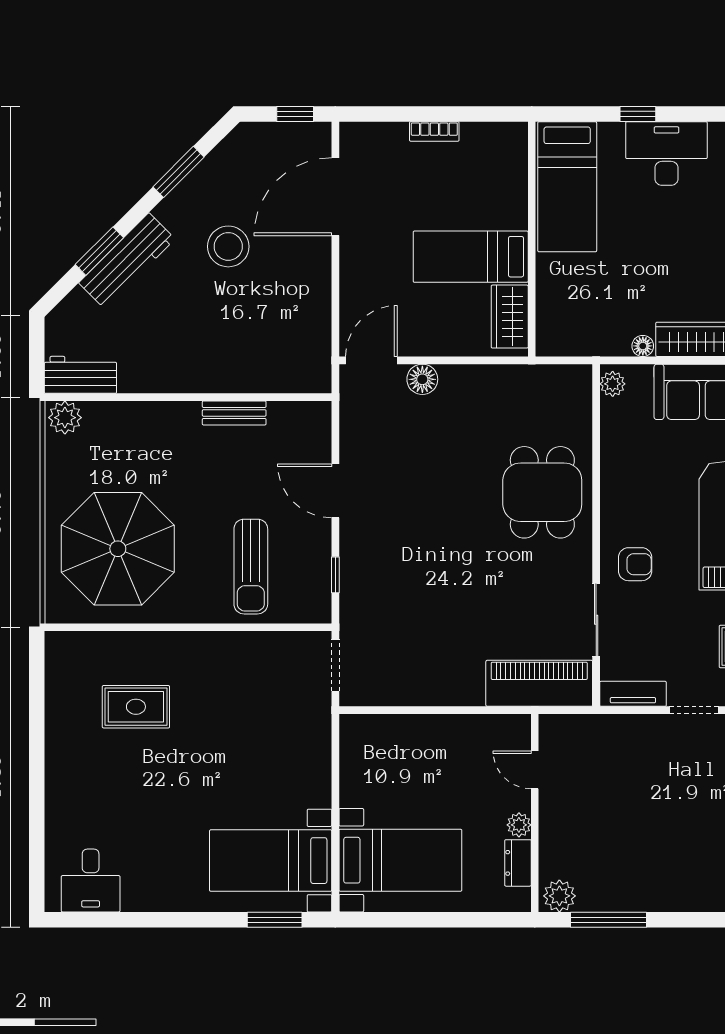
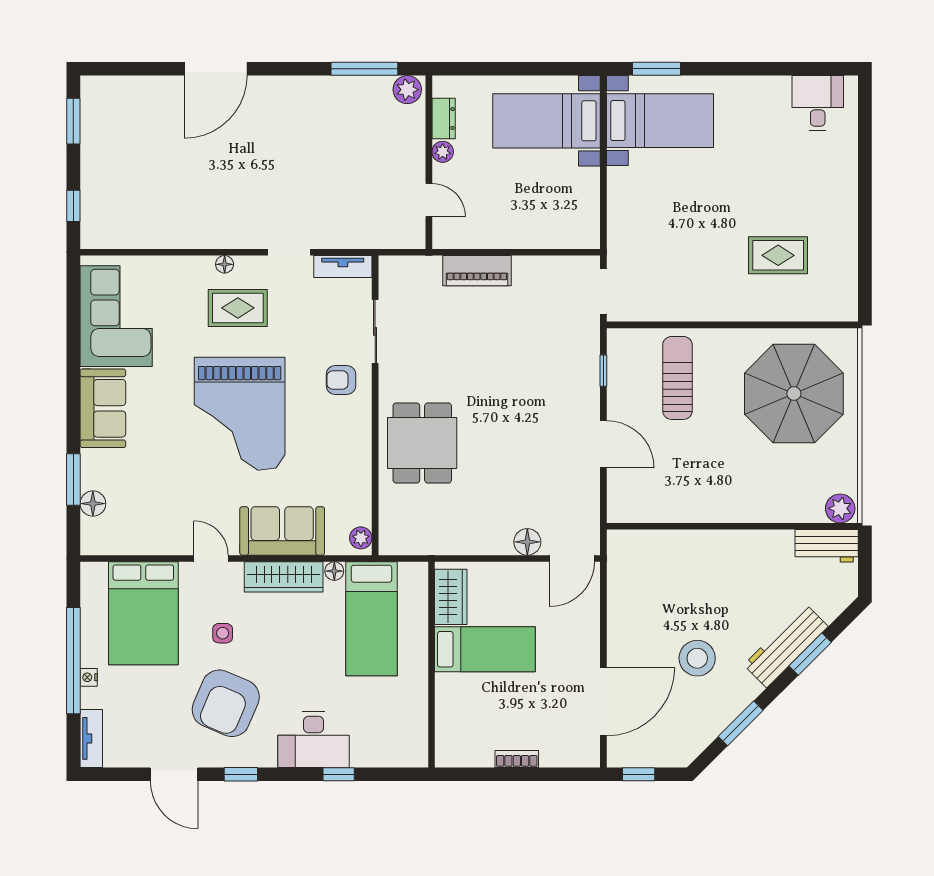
bed: (567, 187) -> (371, 619), moved, turned 180
bench: (234, 413) -> (692, 512), removed
piano: (539, 683) -> (477, 271), moved, width x0.73, depth x0.75

